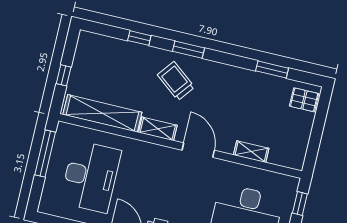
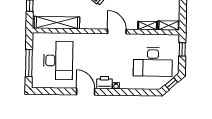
shelving: (158, 129) -> (169, 26), moved
window: (45, 154) -> (29, 63), moved

